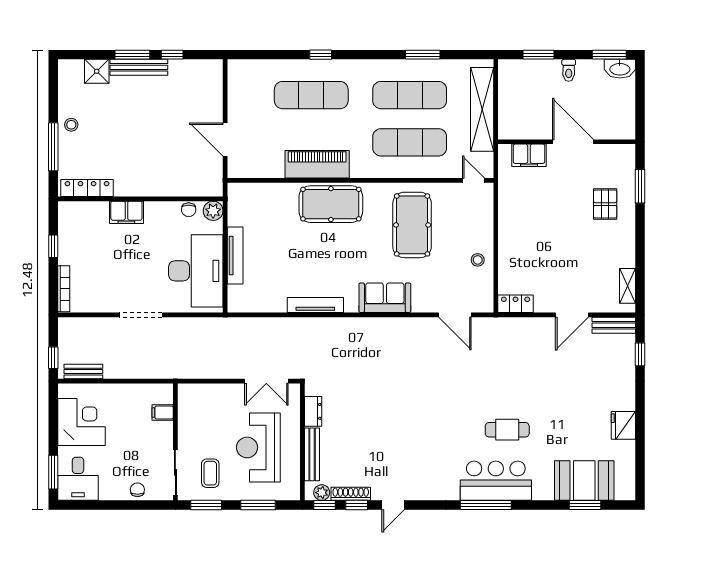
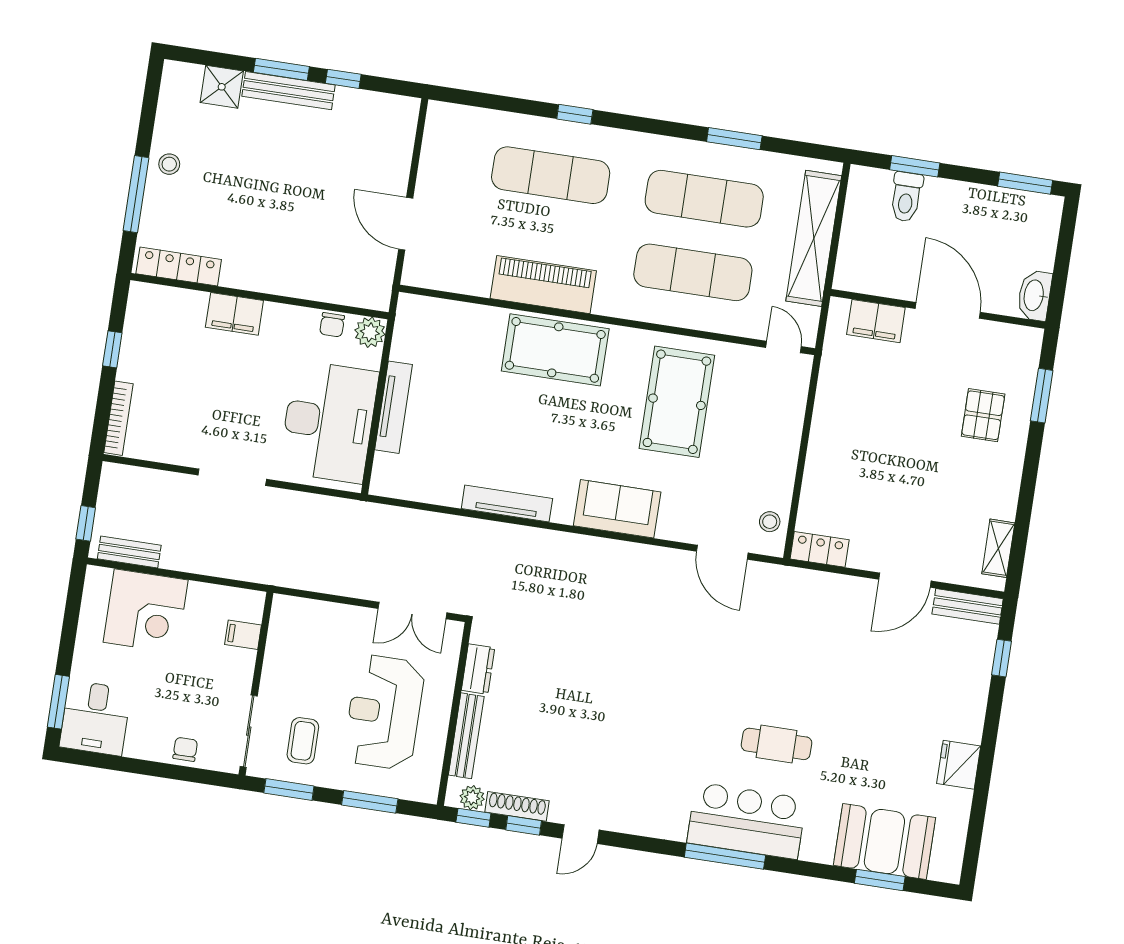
washbasin: (620, 69) -> (1035, 295), moved, turned 90
toilet: (569, 70) -> (906, 197), moved, width x1.37, depth x1.39
stool: (478, 260) -> (770, 522), moved
corner desk: (82, 422) -> (146, 611), moved, turned 90

